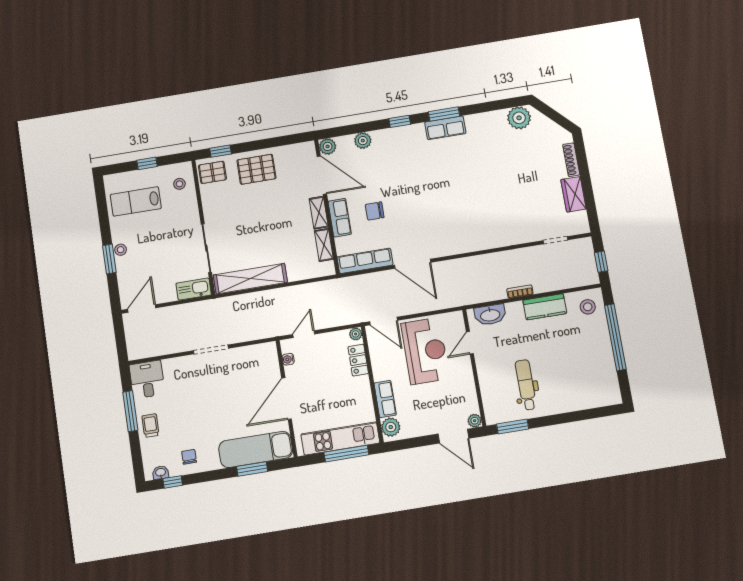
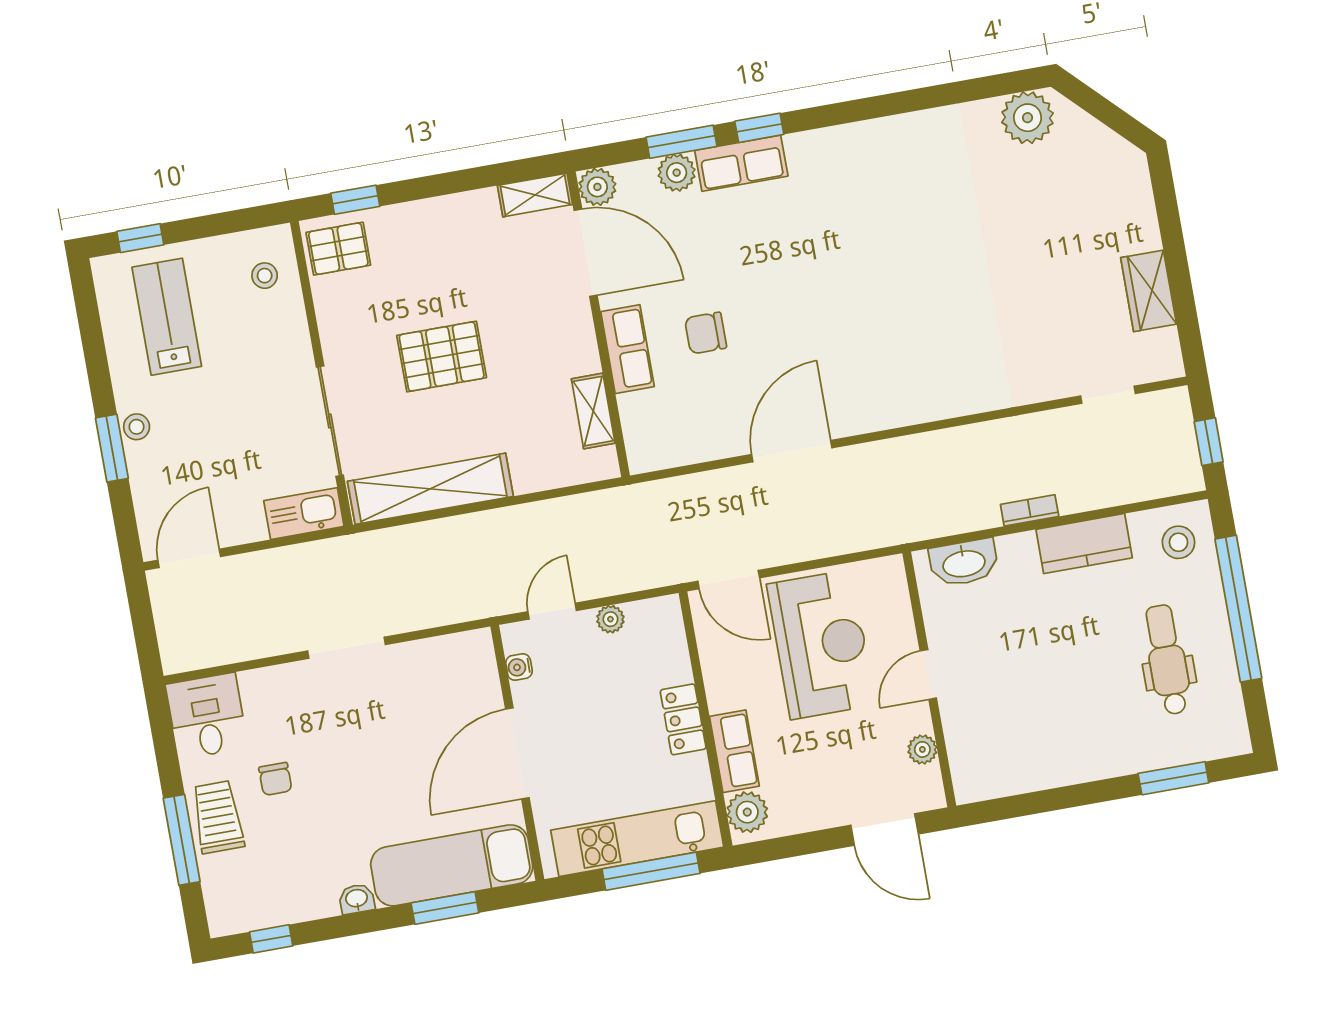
window: (444, 114) -> (681, 142), moved
row of seats: (445, 128) -> (741, 163), moved
shoe rack: (571, 160) -> (1144, 212), removed
window: (147, 163) -> (140, 238), moved
pallet: (256, 169) -> (442, 357), moved
lab bench: (136, 201) -> (167, 317), turned 90
shelving: (319, 213) -> (535, 195), moved, turned 90
row of seats: (365, 261) -> (686, 446), removed
door: (413, 264) -> (792, 451), swing flipped
plant: (356, 334) -> (610, 619), moved
door: (470, 343) -> (928, 674), moved
locker: (358, 360) -> (683, 719), moved
dental chair: (526, 385) -> (1167, 660), moved
window: (130, 411) -> (182, 840), moved
plant: (475, 421) -> (922, 749), moved
trolley: (150, 426) -> (218, 817), width x1.36, depth x1.39
window: (513, 426) -> (1173, 778), moved
chair: (189, 457) -> (275, 779), moved, turned 180
washbasin: (161, 473) -> (357, 899), moved

